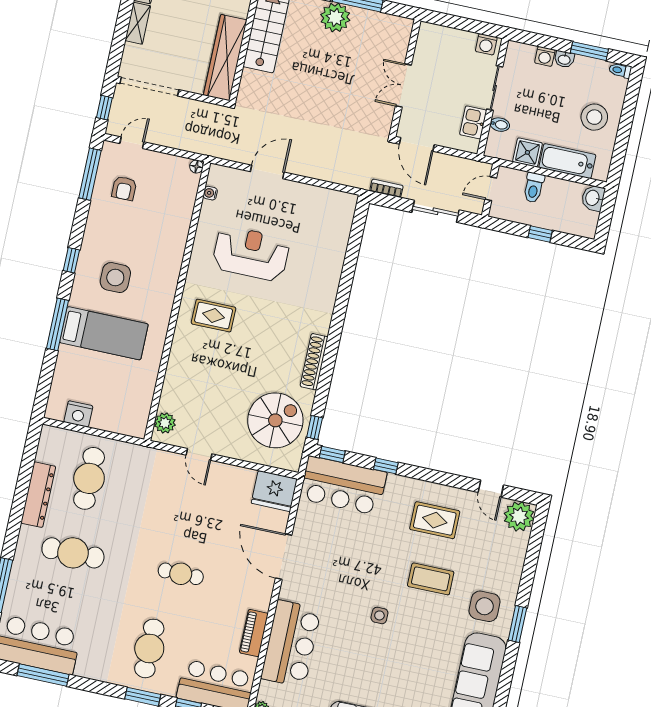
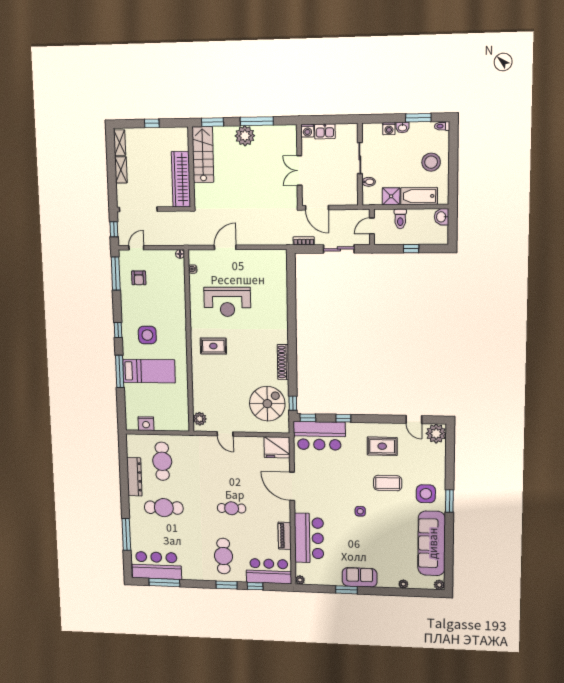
washing machine: (486, 44) -> (307, 131), moved
kitchen sink: (473, 122) -> (325, 131), moved, turned -90
reception desk: (251, 253) -> (227, 302), turned 180

